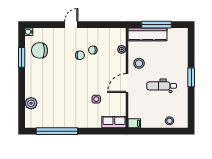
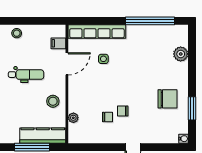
chair: (40, 50) -> (168, 99), moved
door: (127, 83) -> (67, 64), moved
row of seats: (114, 122) -> (97, 32), width x2.02
filing cabinet: (134, 123) -> (58, 43), moved

